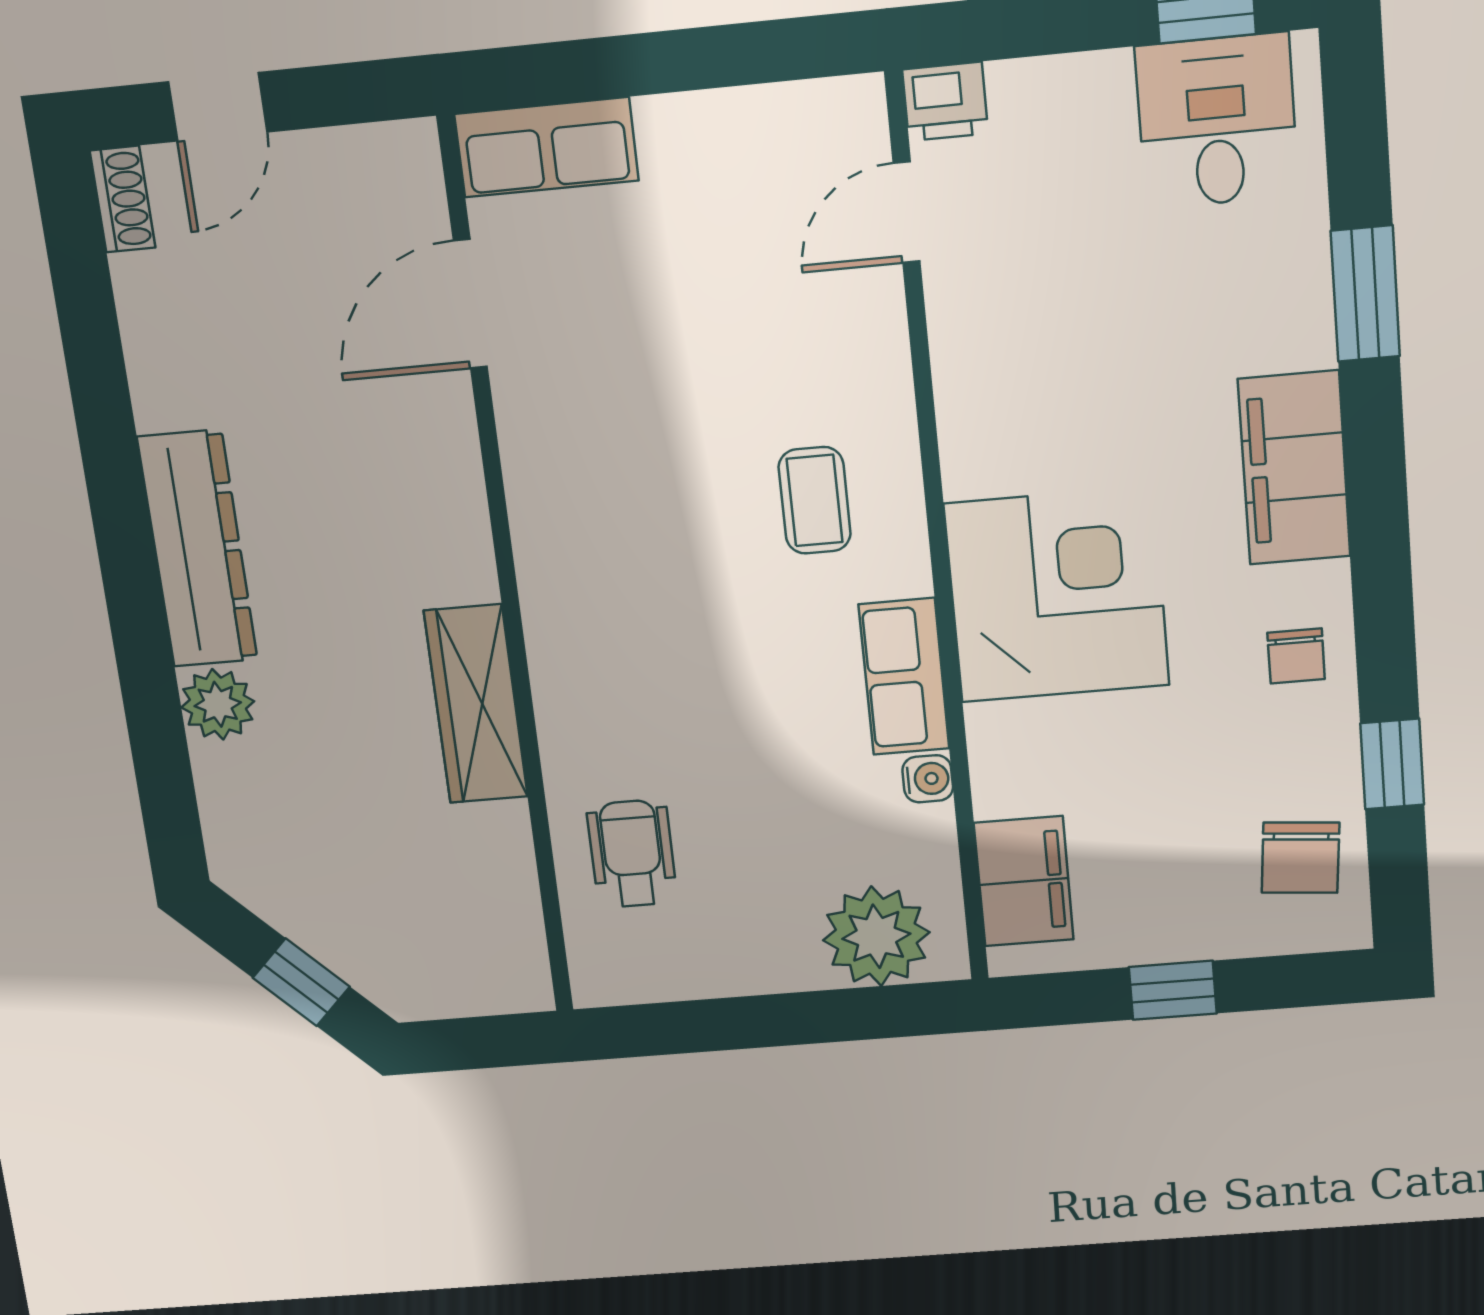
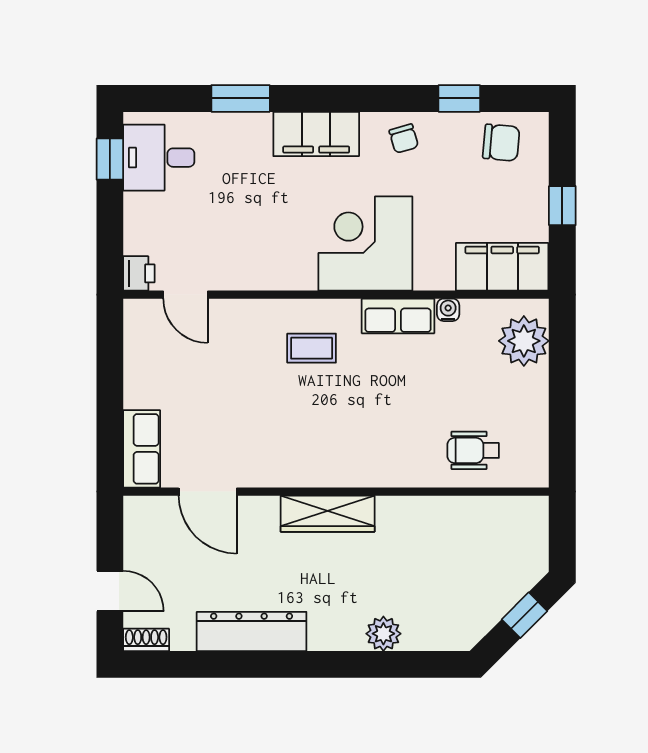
dresser: (198, 549) -> (252, 631), moved
chair: (1296, 656) -> (404, 139), turned 74
wardrobe: (476, 704) -> (328, 514), moved
filing cabinet: (1024, 881) -> (502, 267), width x1.50, depth x1.17

